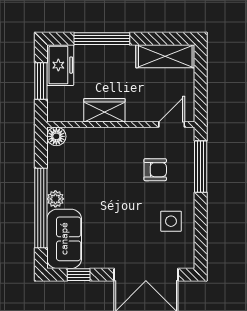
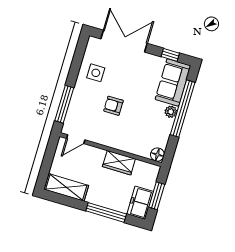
armchair: (155, 170) -> (113, 106), moved

